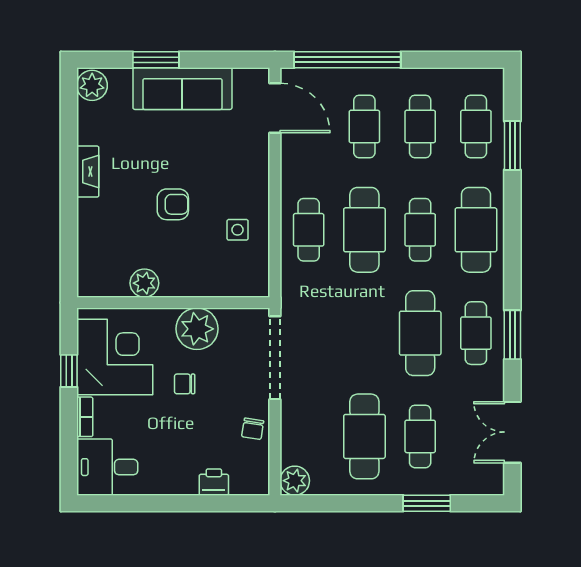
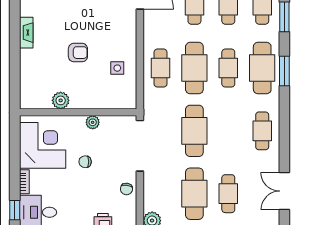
plant: (197, 329) -> (93, 122), width x0.53, depth x0.53
cafe table: (420, 333) -> (194, 131), moved
window: (512, 335) -> (284, 71), moved
window: (69, 371) -> (15, 210), moved

